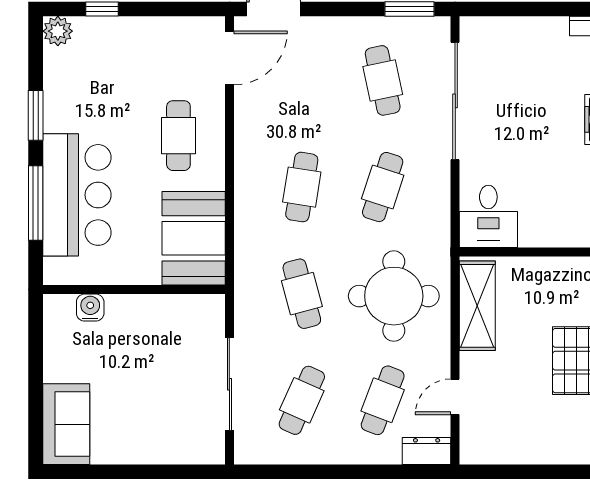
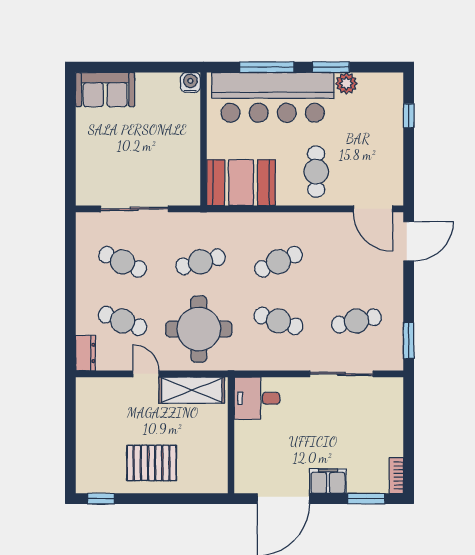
plant: (58, 31) -> (346, 83), moved
sliding door: (455, 101) -> (341, 374), width x0.73
cafe table: (178, 136) -> (316, 172), turned 90
cafe table: (302, 187) -> (278, 262), turned -33
bar counter: (77, 195) -> (273, 97), width x1.36
water cooler: (90, 308) -> (190, 82), moved, turned -90
door: (455, 397) -> (146, 374), moved

